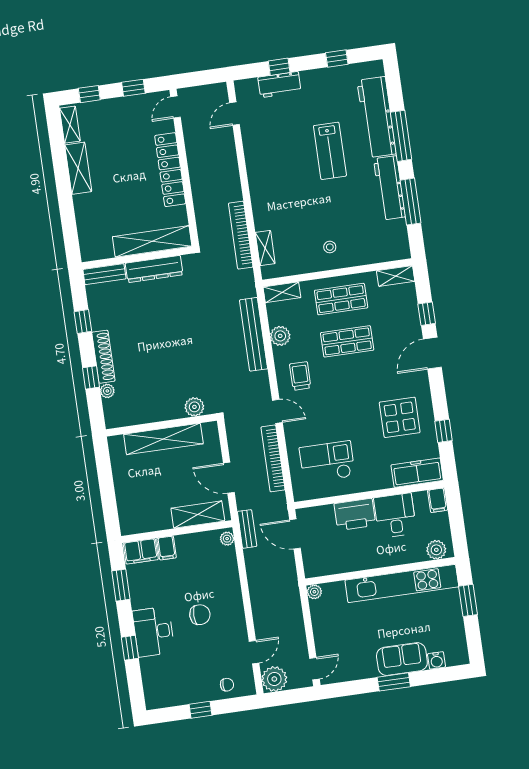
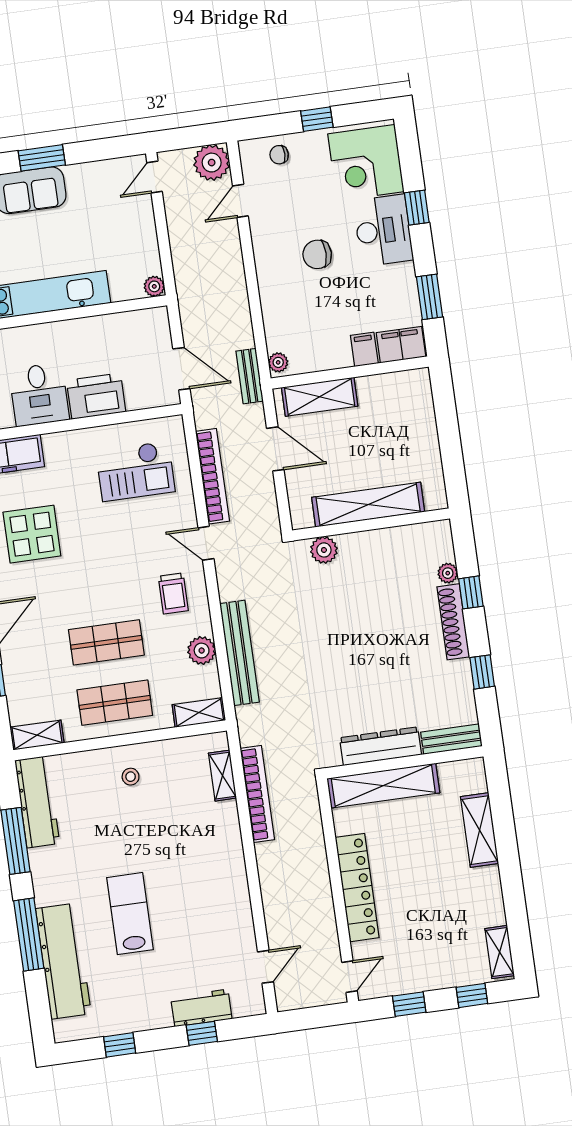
shelving: (78, 168) -> (480, 830), moved
workbench: (389, 188) -> (37, 802), moved
corner desk: (166, 679) -> (366, 163), added

